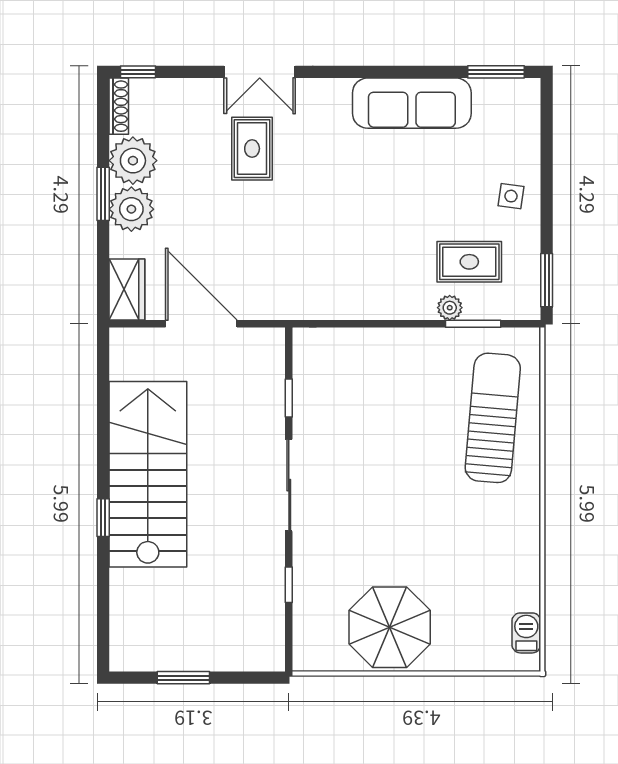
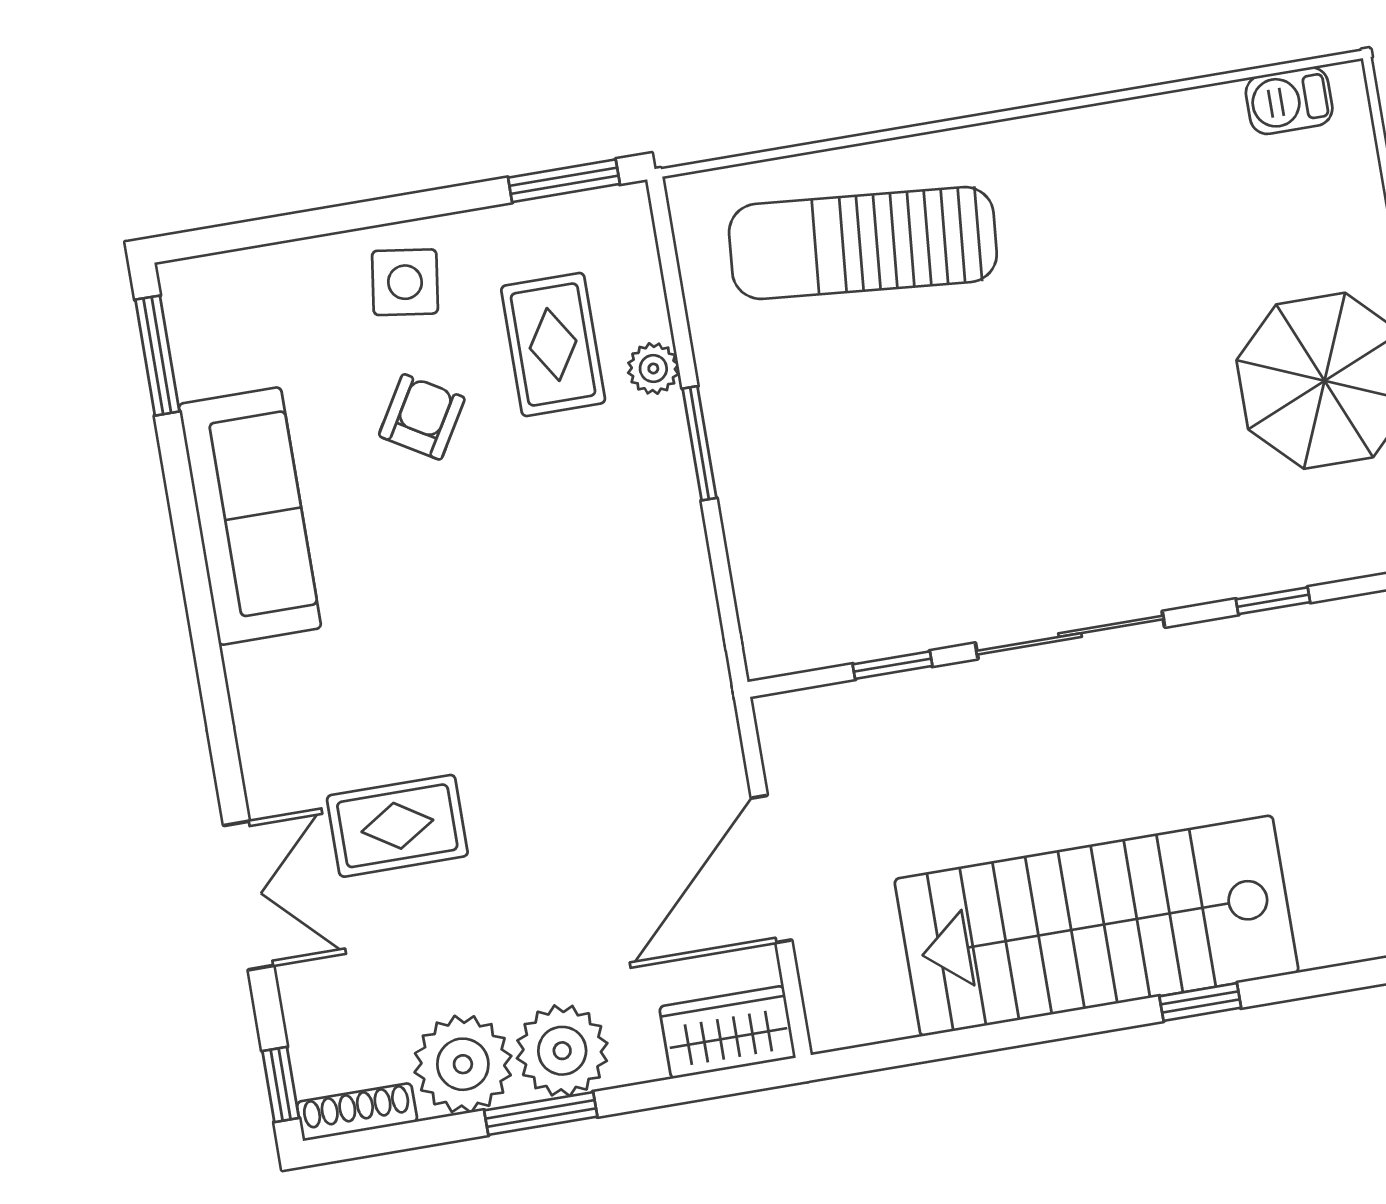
double door: (260, 72) -> (249, 895), moved
armchair: (445, 193) -> (422, 417), added
side table: (511, 196) -> (405, 282), width x1.37, depth x1.37
window: (473, 324) -> (700, 443), moved

